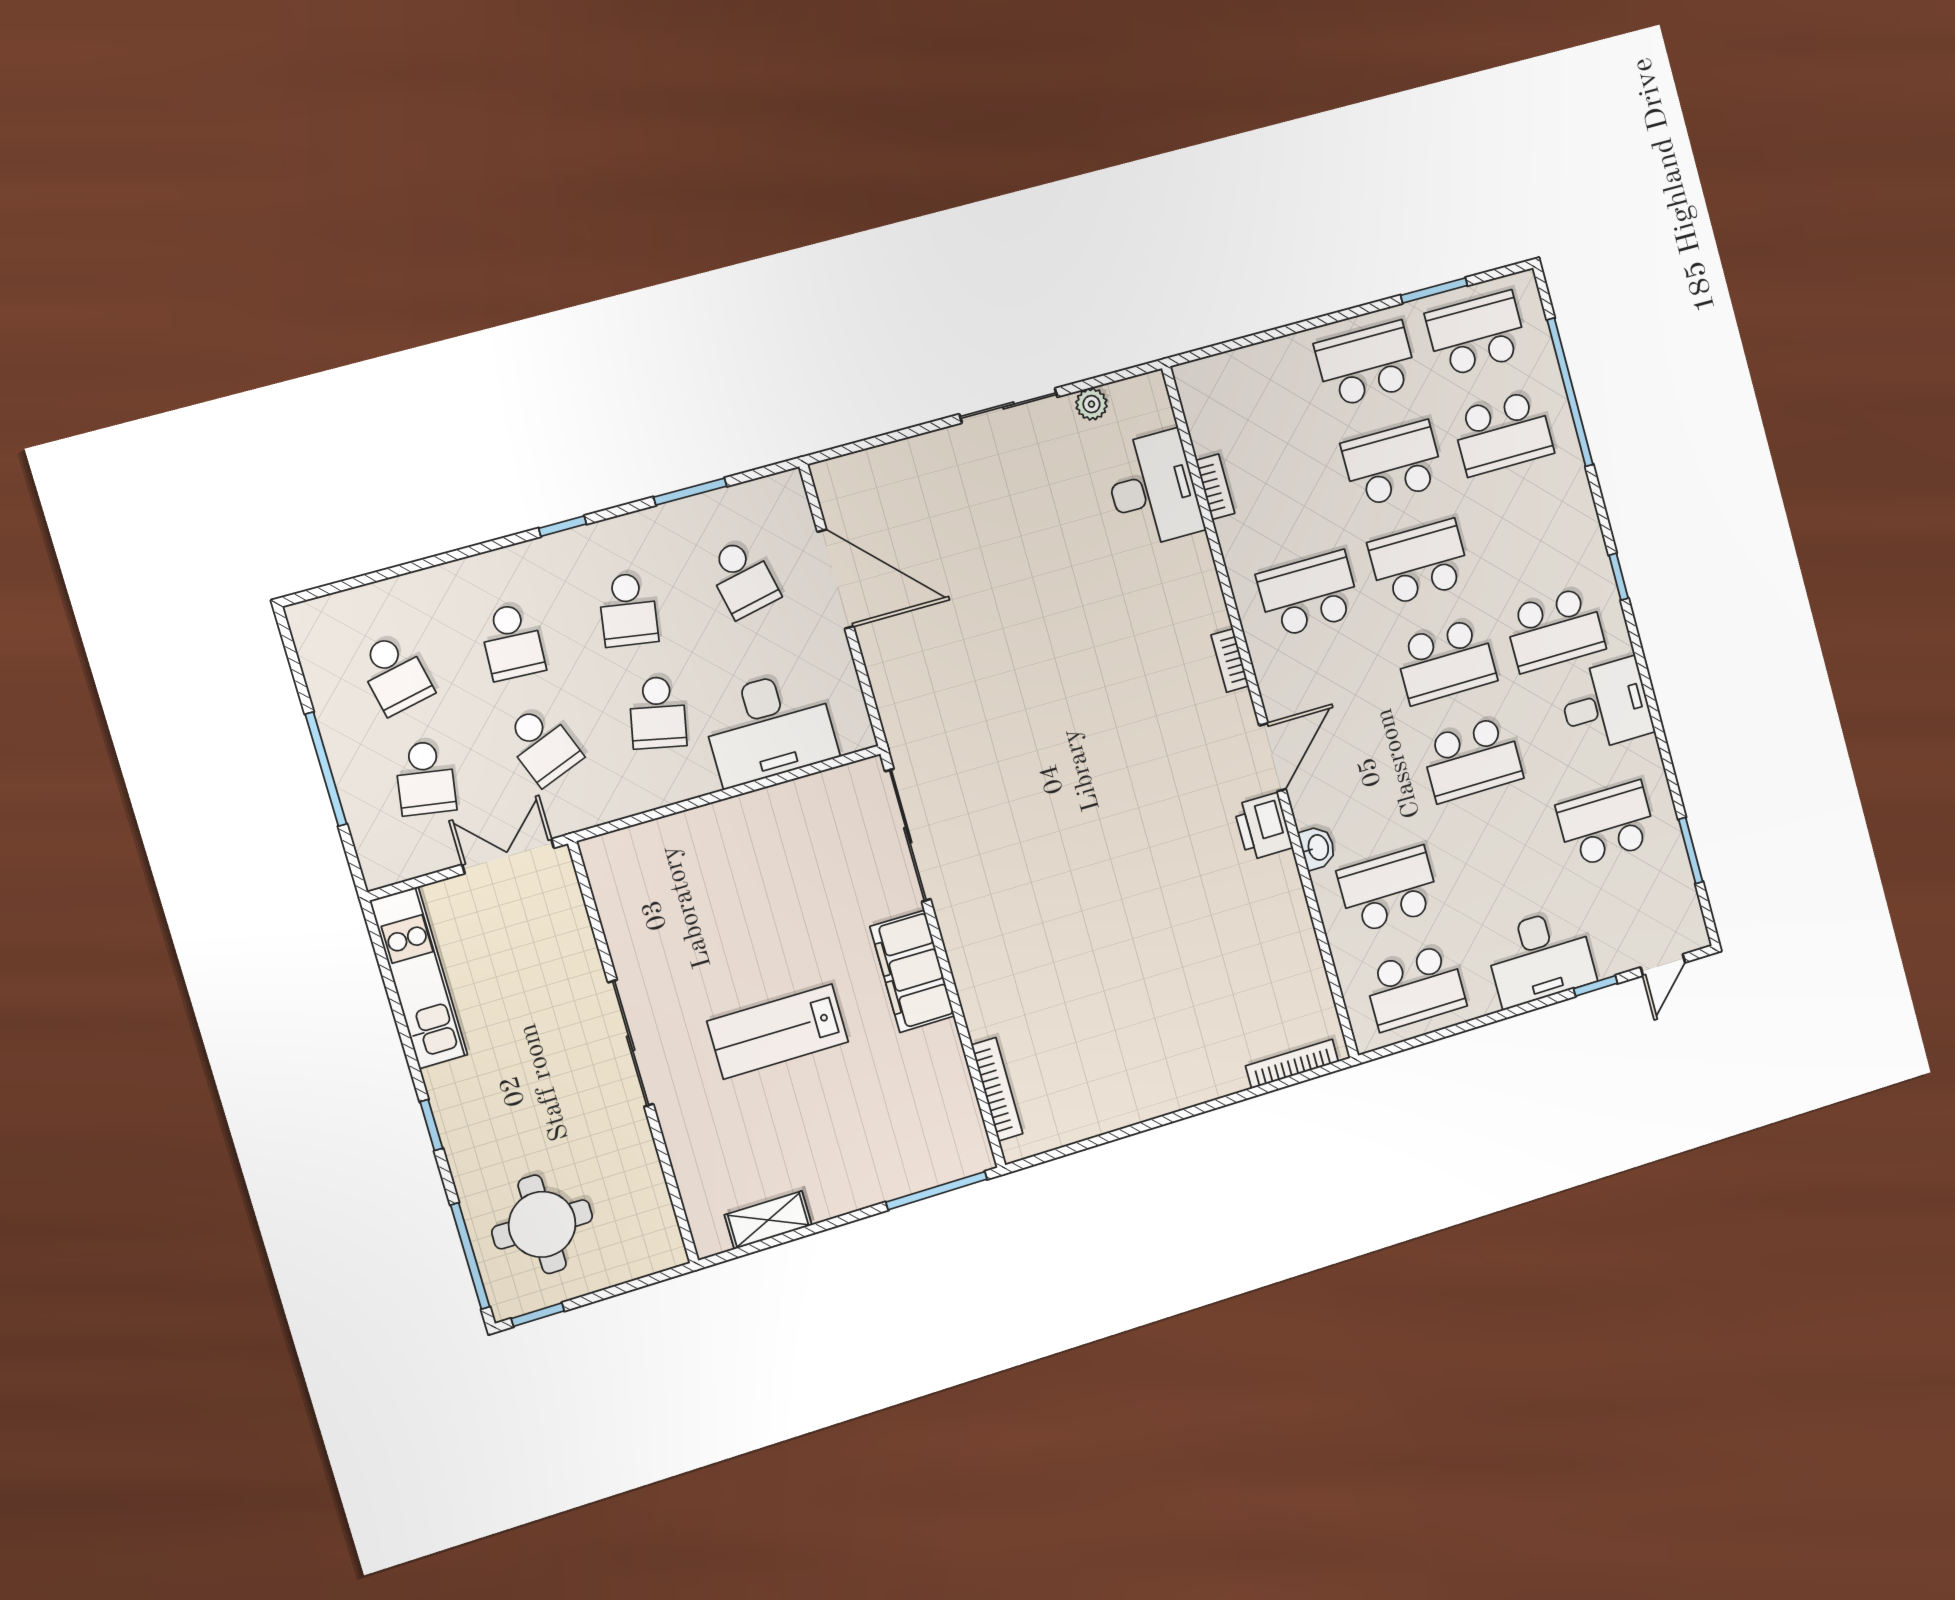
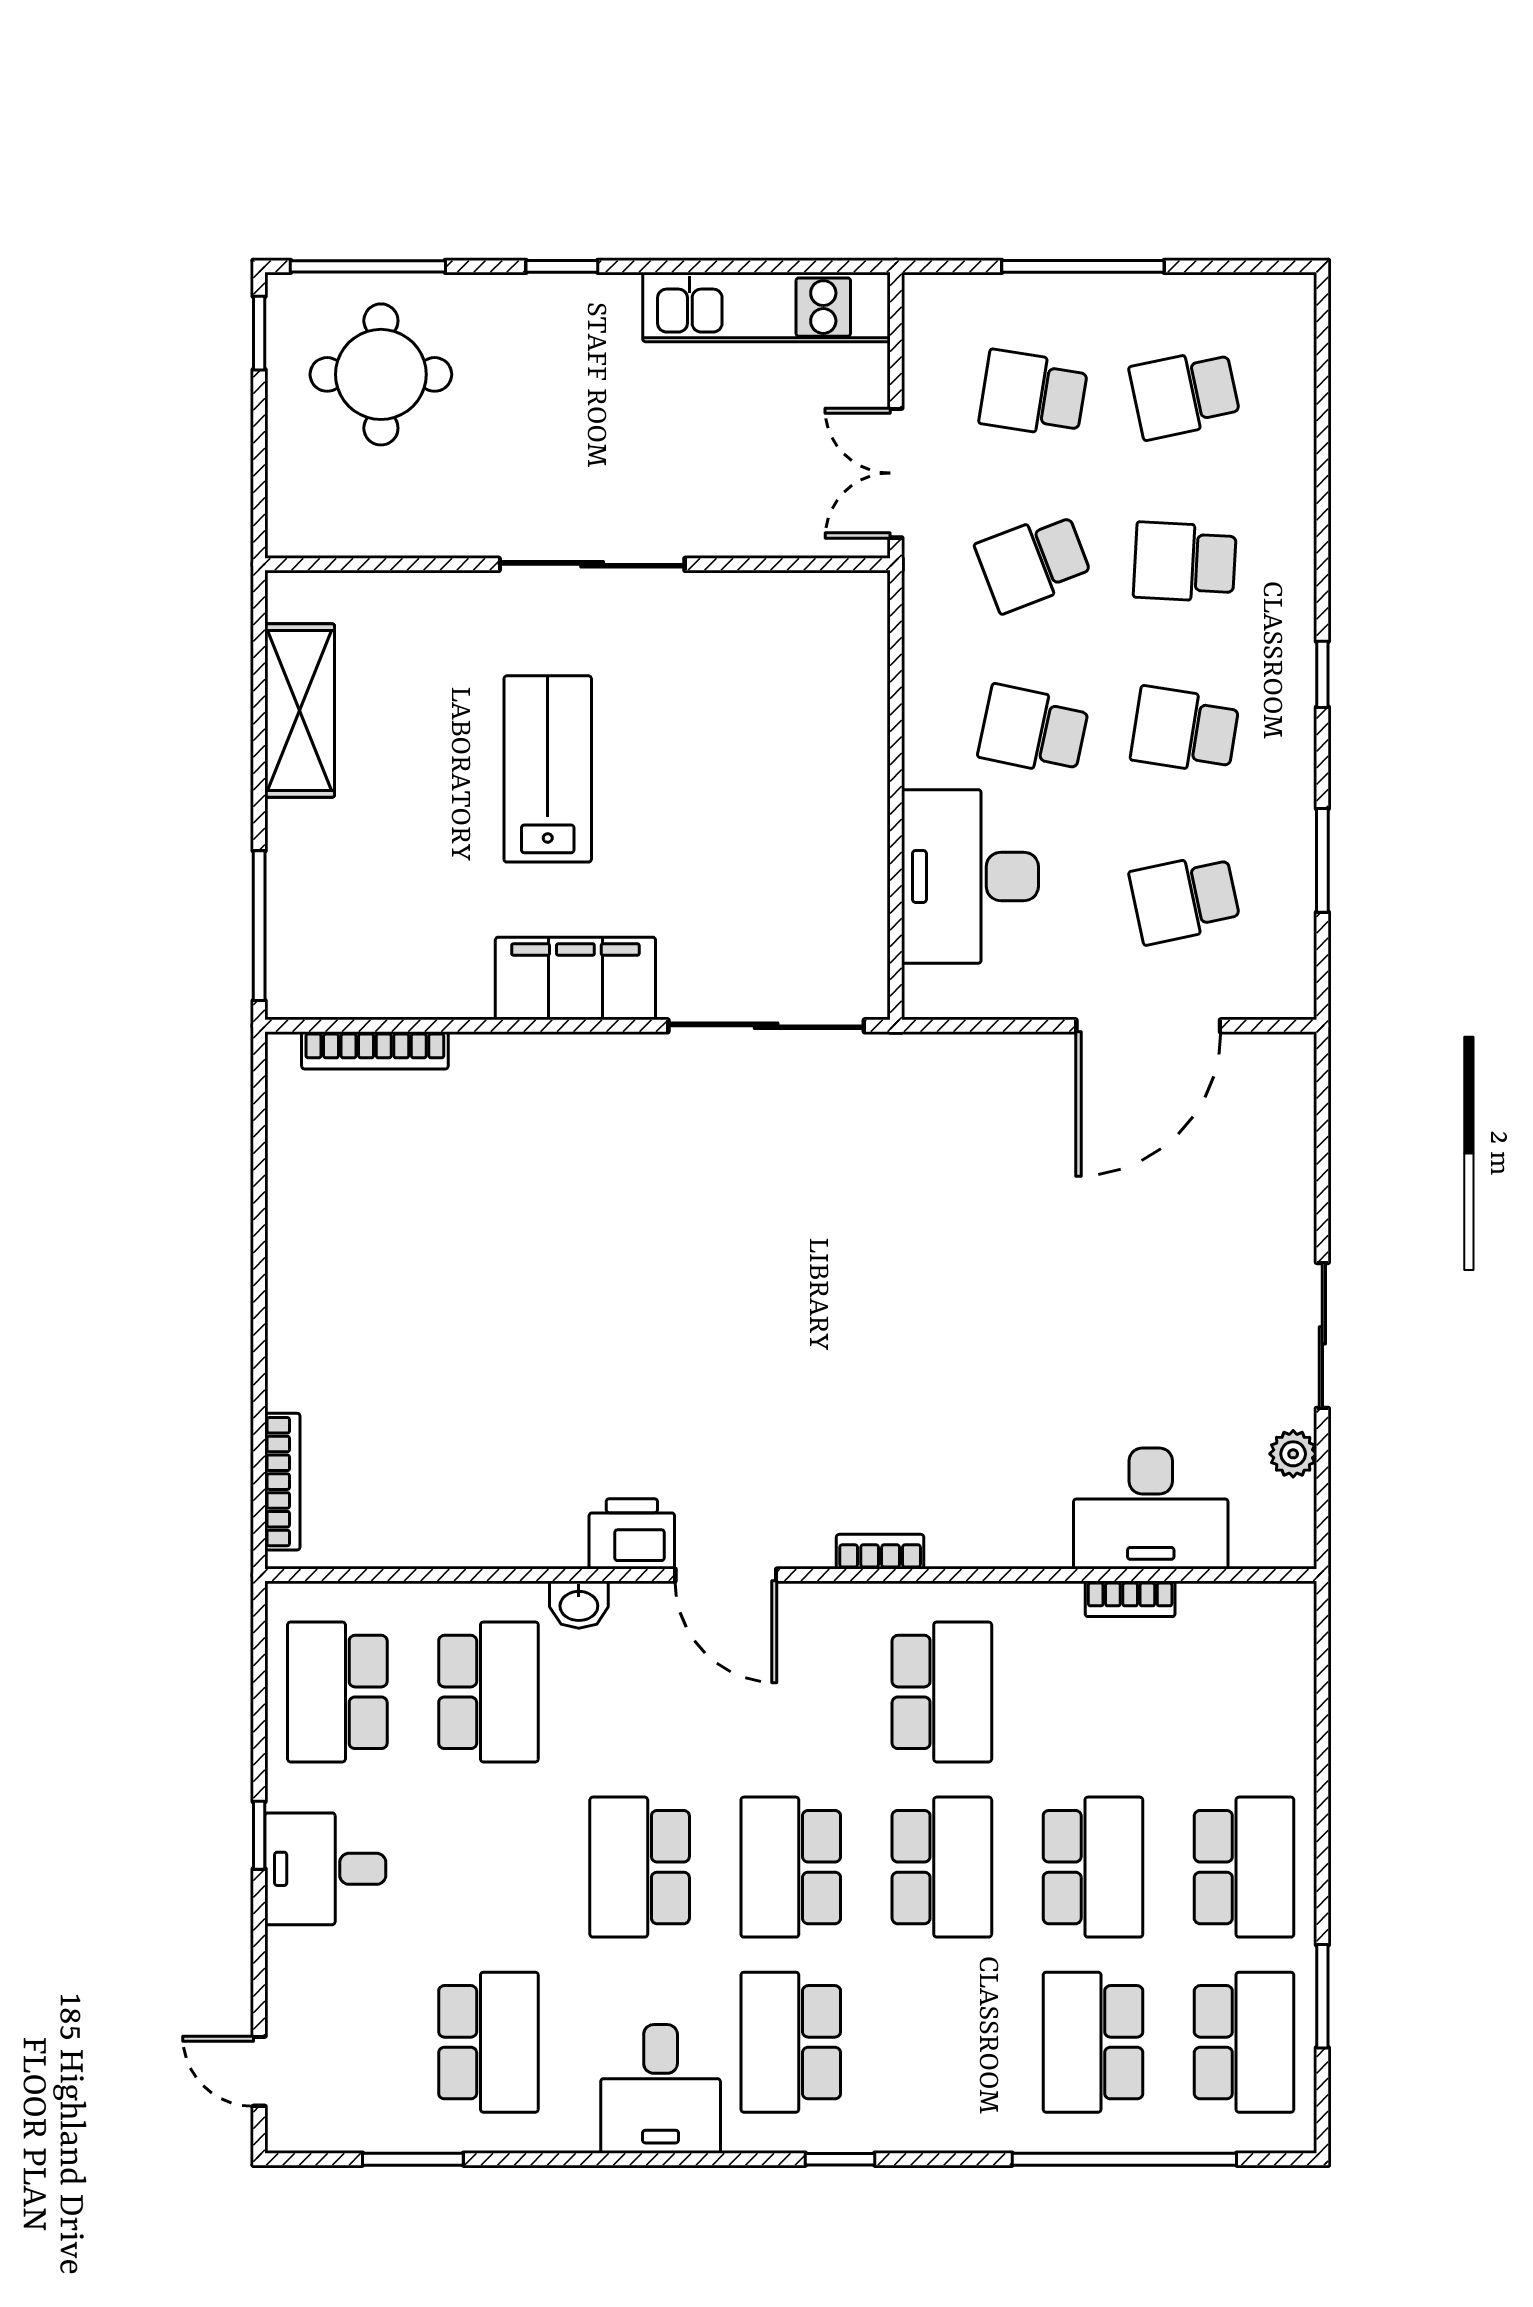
double door: (508, 856) -> (896, 473), swing flipped
desk: (1540, 957) -> (325, 1869), width x0.73
window: (1596, 986) -> (259, 1835), moved
shelving: (768, 1220) -> (300, 711), width x1.50, depth x1.33

